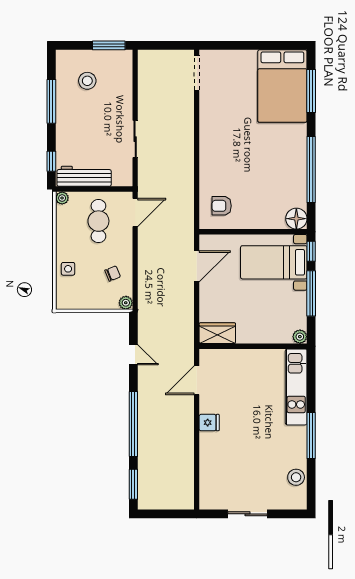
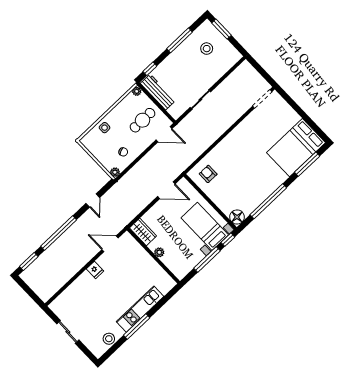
window: (109, 45) -> (222, 29), moved
plant: (300, 337) -> (159, 252), moved
kitchen unit: (296, 387) -> (140, 309), moved

